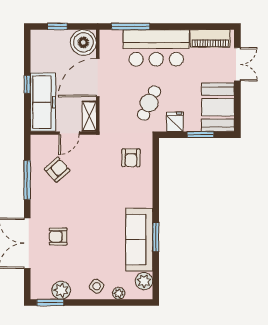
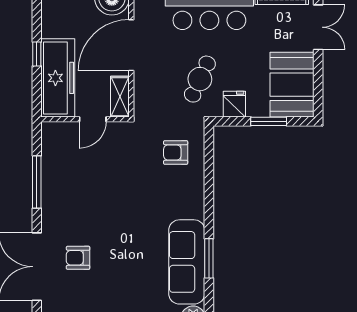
armchair: (131, 158) -> (176, 152), turned 90
armchair: (57, 170) -> (77, 168), removed

